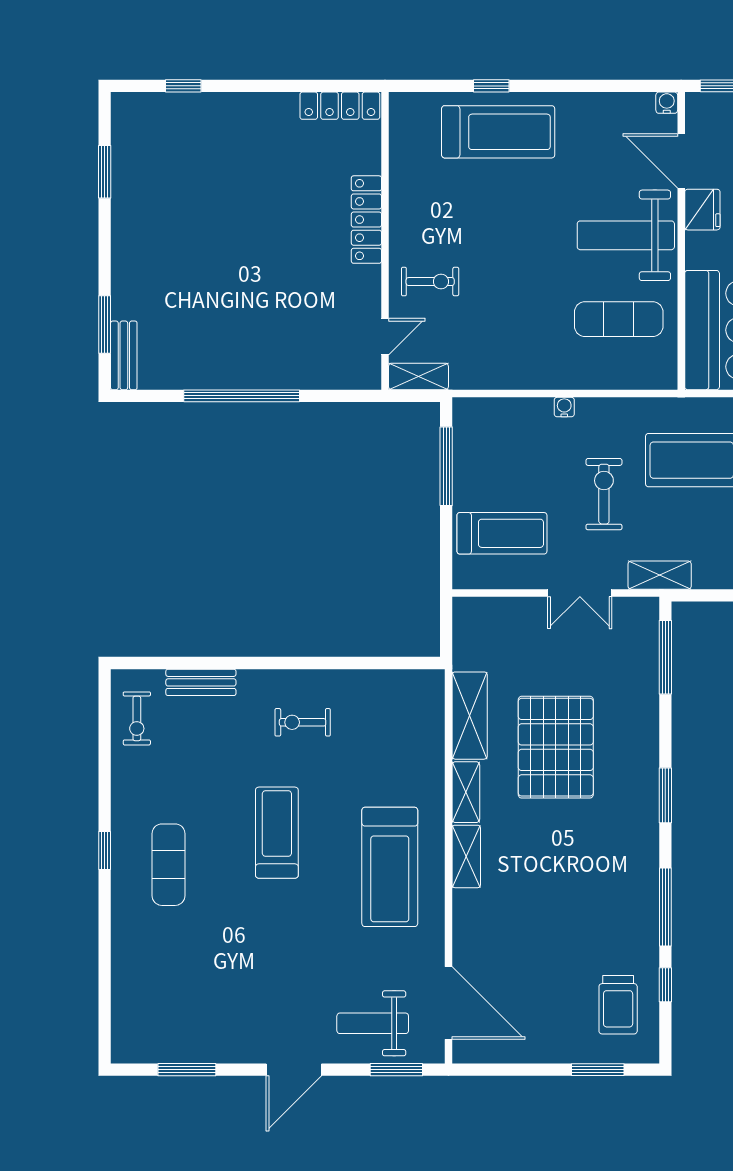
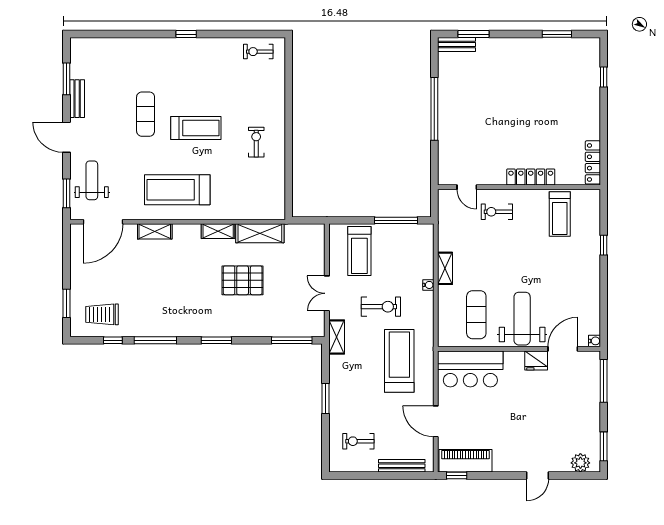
treadmill: (498, 132) -> (560, 214), moved, width x0.73, depth x0.73
exercise bike: (430, 282) -> (497, 212), turned 90
shelving: (418, 376) -> (445, 268), moved
bench: (201, 682) -> (77, 99), moved
pallet: (556, 747) -> (243, 280), width x0.73, depth x0.71
shelving: (466, 856) -> (155, 231), moved
exercise mat: (168, 865) -> (146, 114), moved, turned 90

